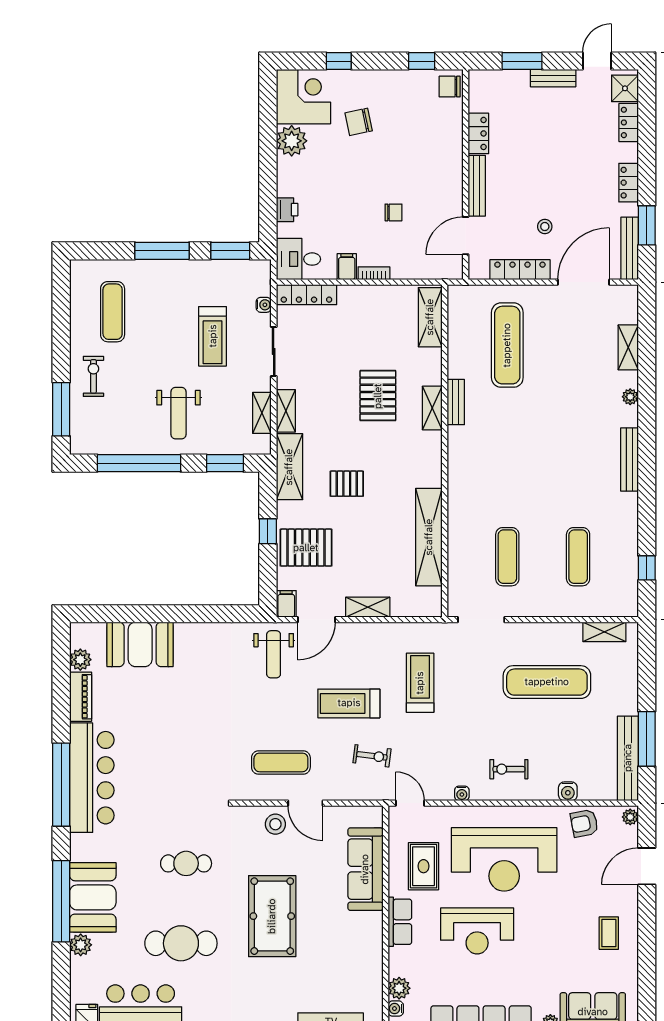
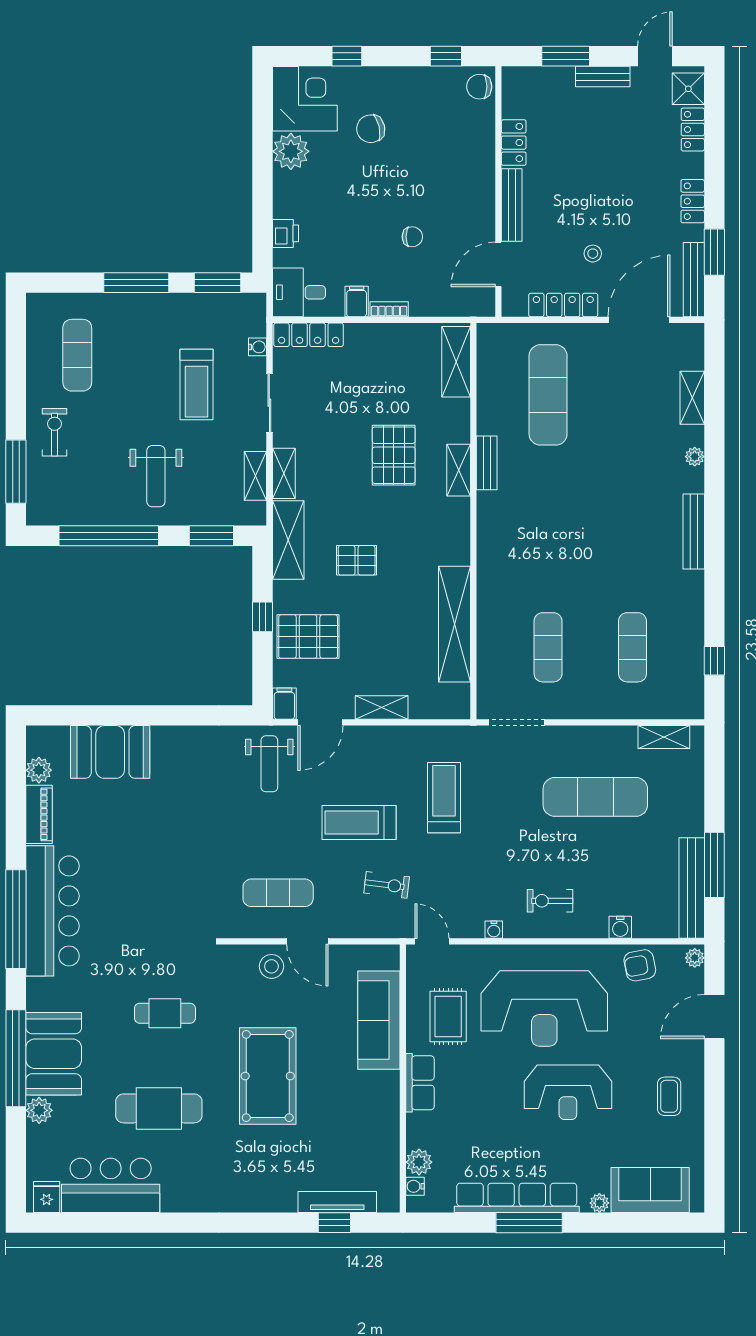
reception desk: (477, 931) -> (568, 1092), moved

